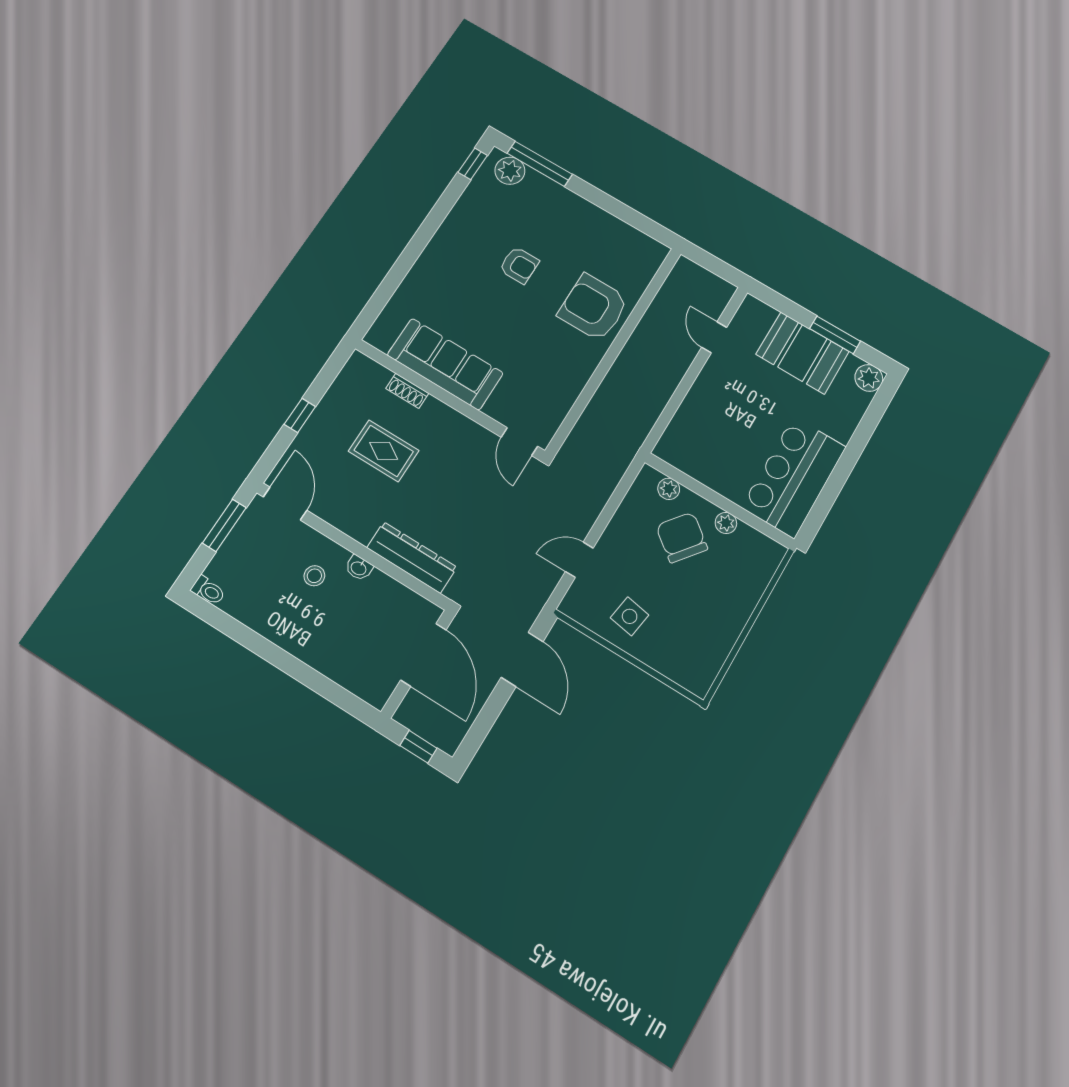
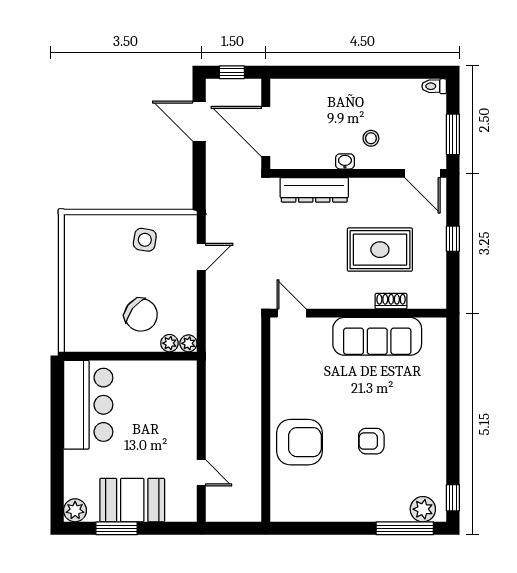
rug: (384, 451) -> (380, 250), width x1.36, depth x1.43
plant: (726, 523) -> (188, 343), moved
door: (522, 659) -> (199, 121), moved

